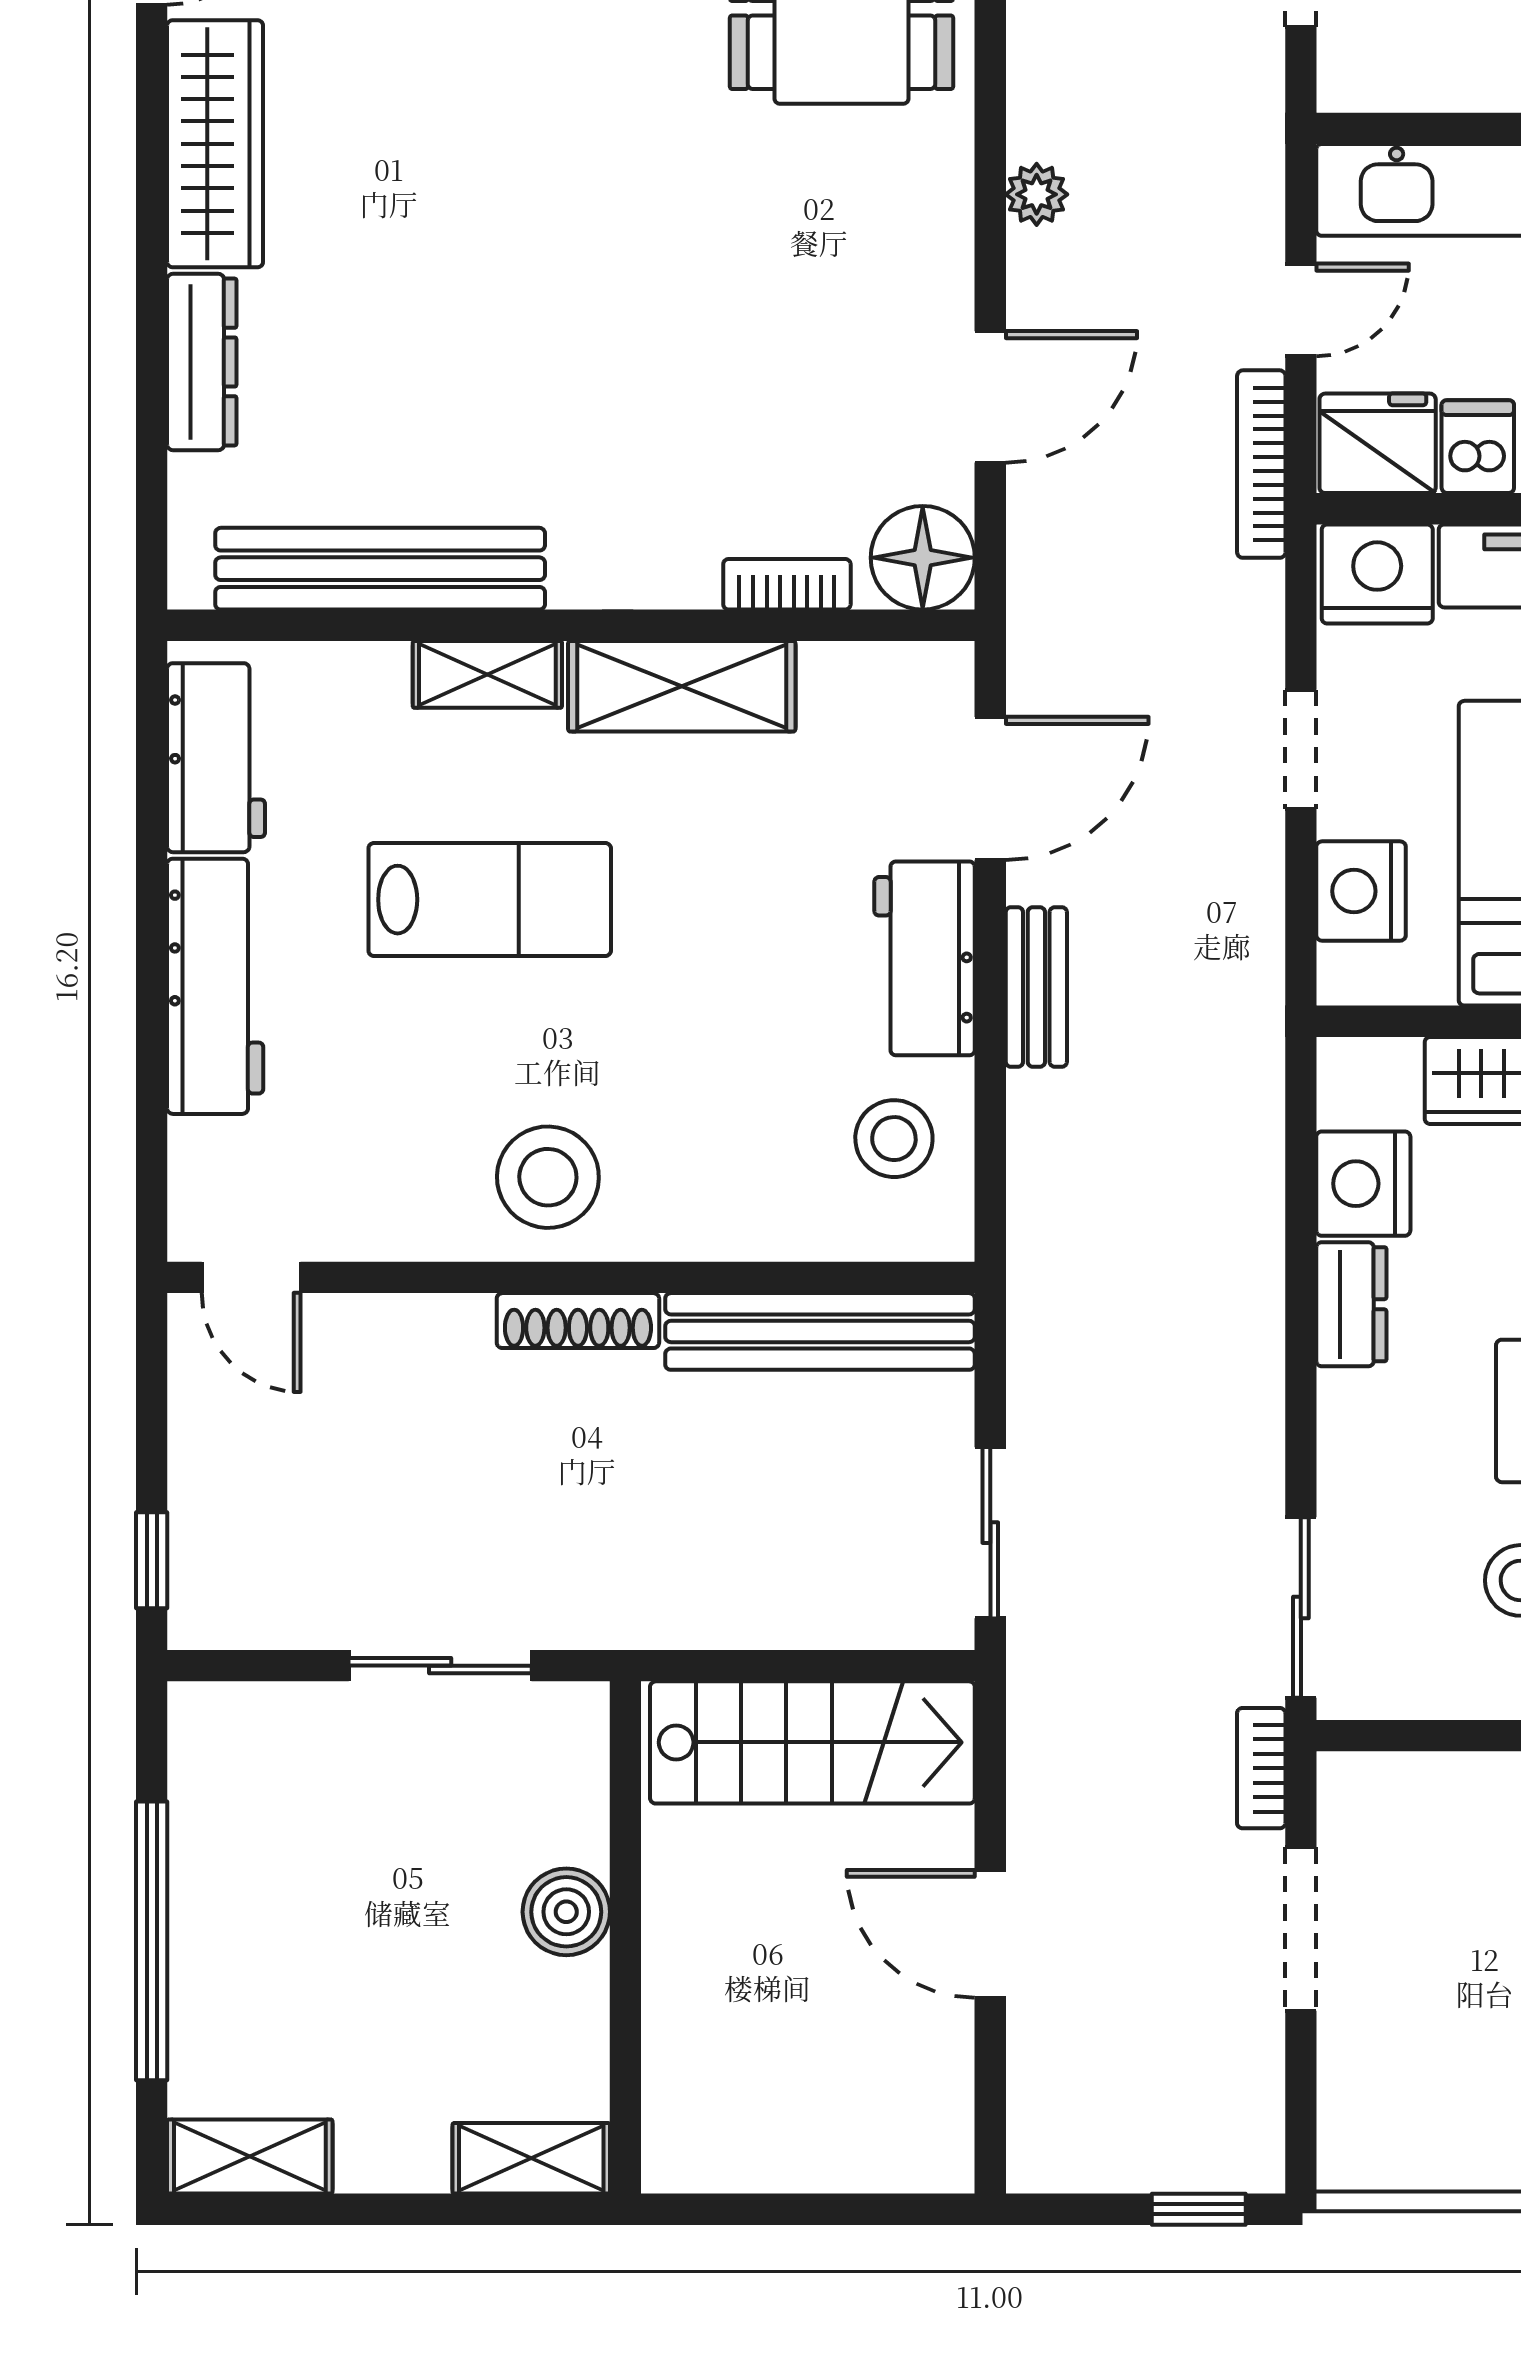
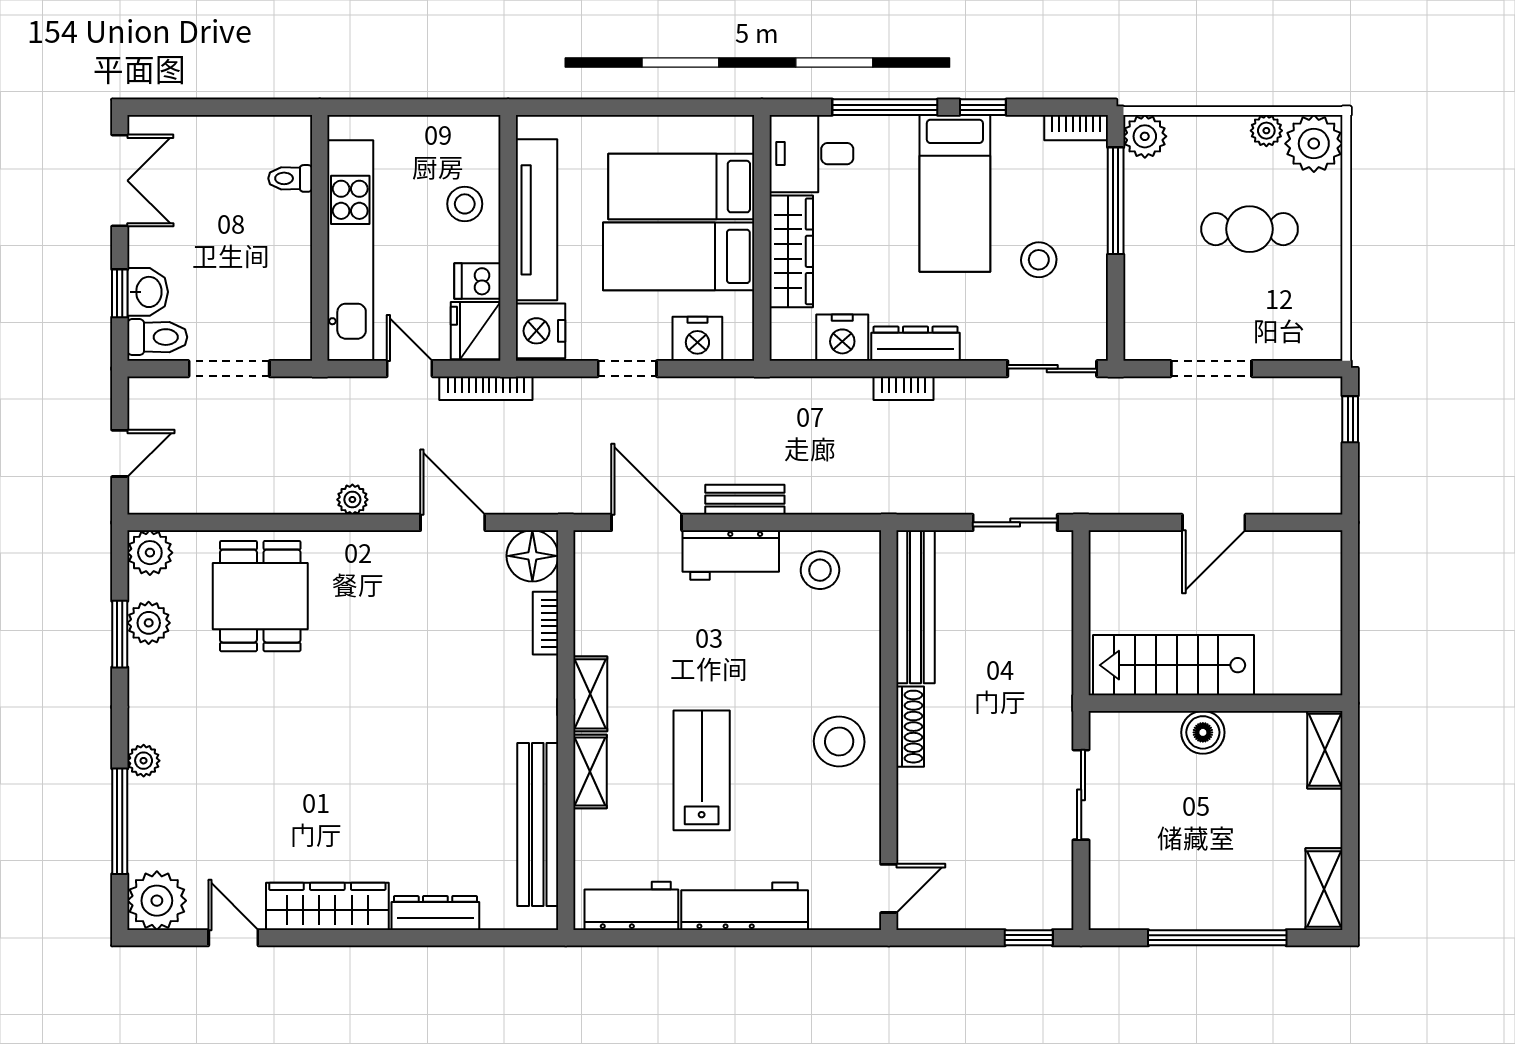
shelving: (682, 686) -> (590, 694), width x0.67, depth x0.75
dresser: (1351, 1304) -> (915, 344), width x1.44
stairs: (812, 1742) -> (1173, 665), moved, turned -90
bookcase: (1261, 1768) -> (904, 388), moved

